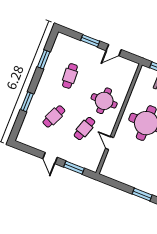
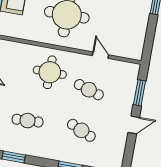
door: (109, 143) -> (101, 55), swing flipped

